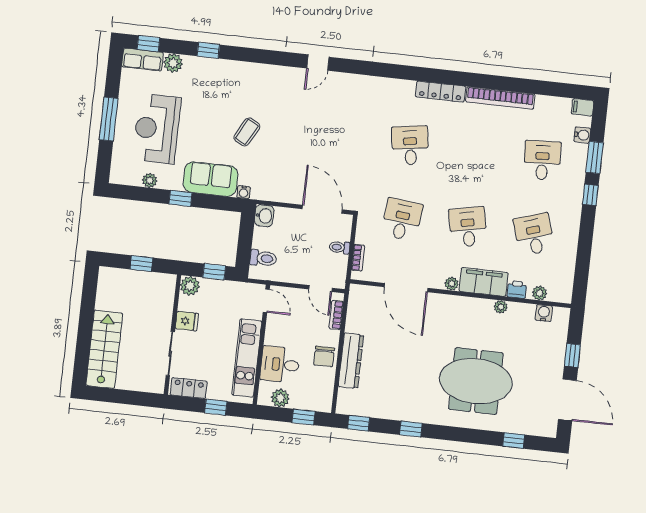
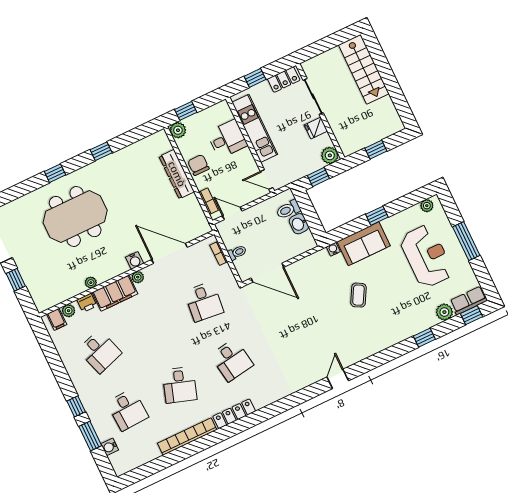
filing cabinet: (583, 107) -> (57, 319), moved, turned 90
plant: (150, 180) -> (427, 206), moved
washbasin: (264, 216) -> (299, 224), moved
desk: (468, 227) -> (180, 385), moved, turned 30
water cooler: (544, 313) -> (135, 260), moved
plant: (280, 398) -> (178, 130), moved
window: (359, 423) -> (142, 132), removed
window: (514, 441) -> (55, 173), moved

